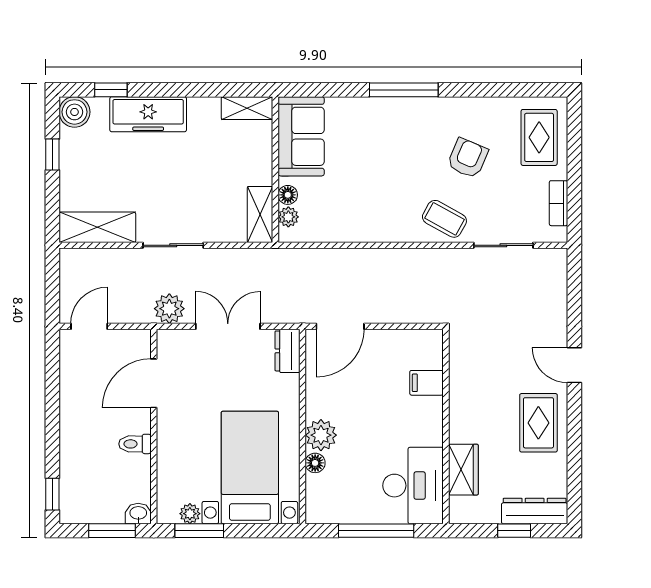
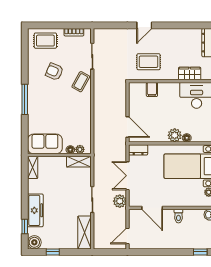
door: (89, 326) -> (127, 236), hinge flipped
rug: (538, 423) -> (148, 62), moved

